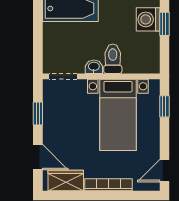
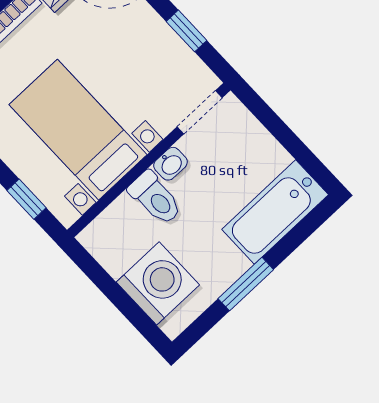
washing machine: (148, 19) -> (158, 283), width x1.37, depth x1.37
window: (164, 24) -> (130, 309), removed

